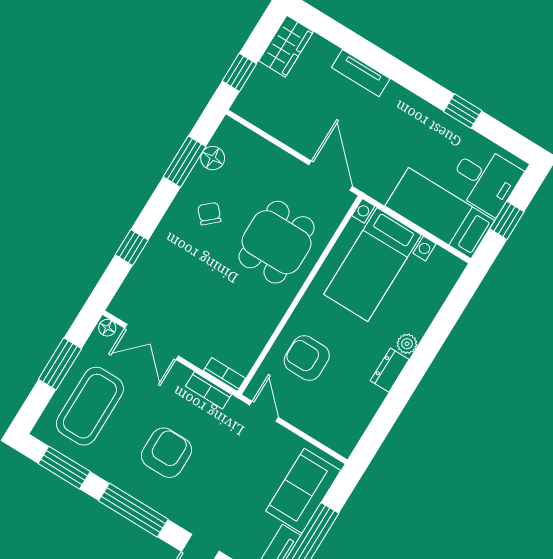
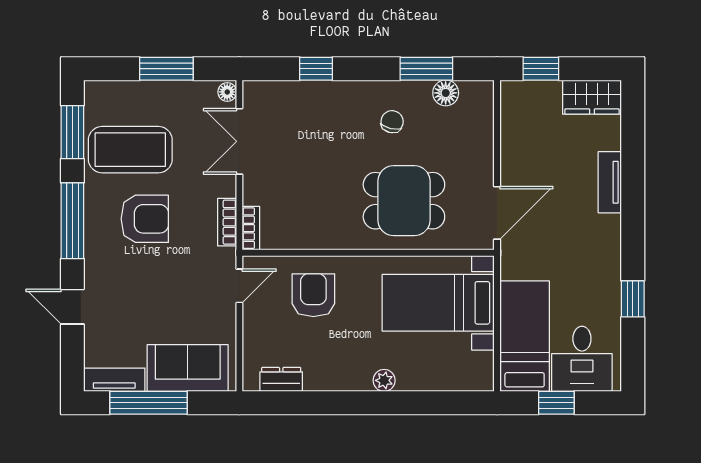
chair: (209, 214) -> (392, 122), turned -34
dresser: (390, 370) -> (281, 379), moved
coffee table: (90, 406) -> (130, 150), moved

